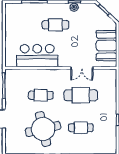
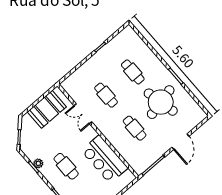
double door: (82, 68) -> (83, 114), swing flipped
cafe table: (81, 95) -> (106, 95), width x0.73, depth x0.74

